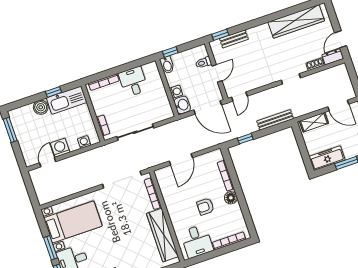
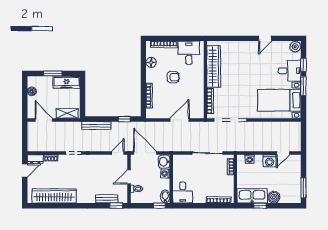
desk: (133, 82) -> (183, 193), moved
floor lamp: (231, 198) -> (151, 62), moved

